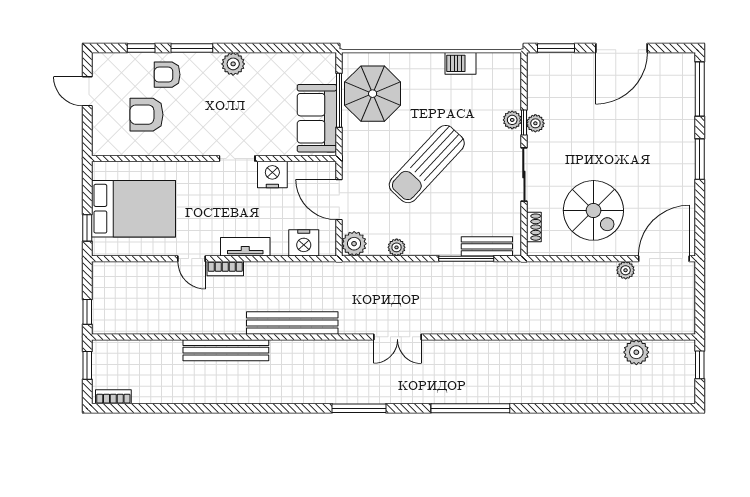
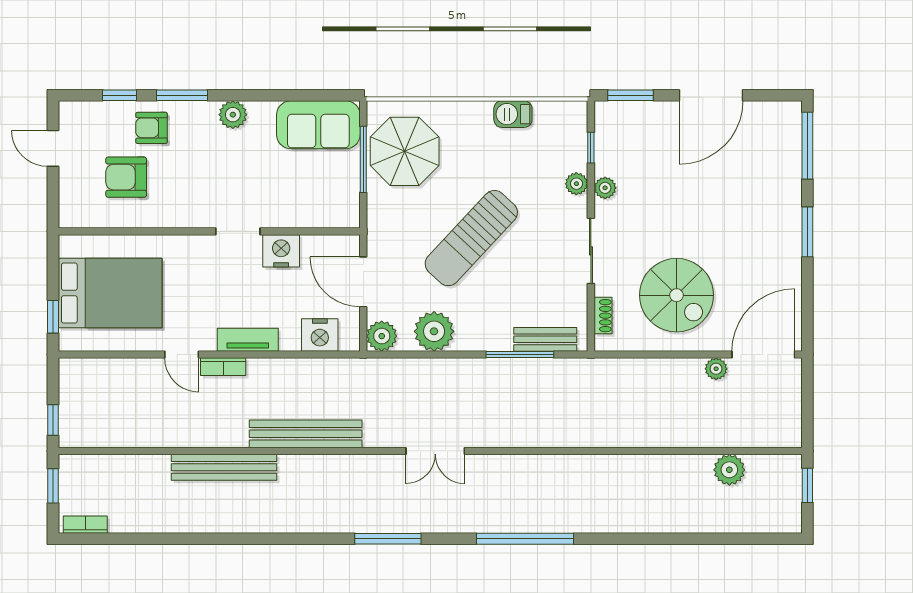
sofa: (317, 118) -> (318, 125), moved, turned -90
window: (524, 123) -> (591, 148), moved
plant: (397, 247) -> (434, 331), width x1.88, depth x1.88

